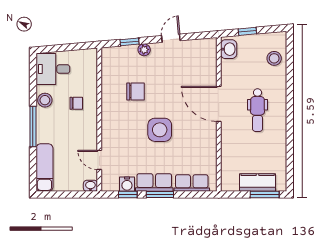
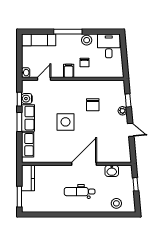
washbasin: (229, 49) -> (112, 171), moved
filing cabinet: (88, 125) -> (69, 71), added
kitchen counter: (258, 183) -> (28, 178), moved

